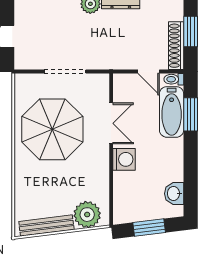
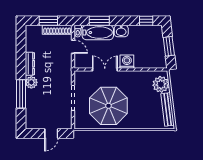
door: (149, 71) -> (73, 47), hinge flipped
window: (191, 191) -> (146, 21), added
washbasin: (174, 194) -> (121, 31), moved

